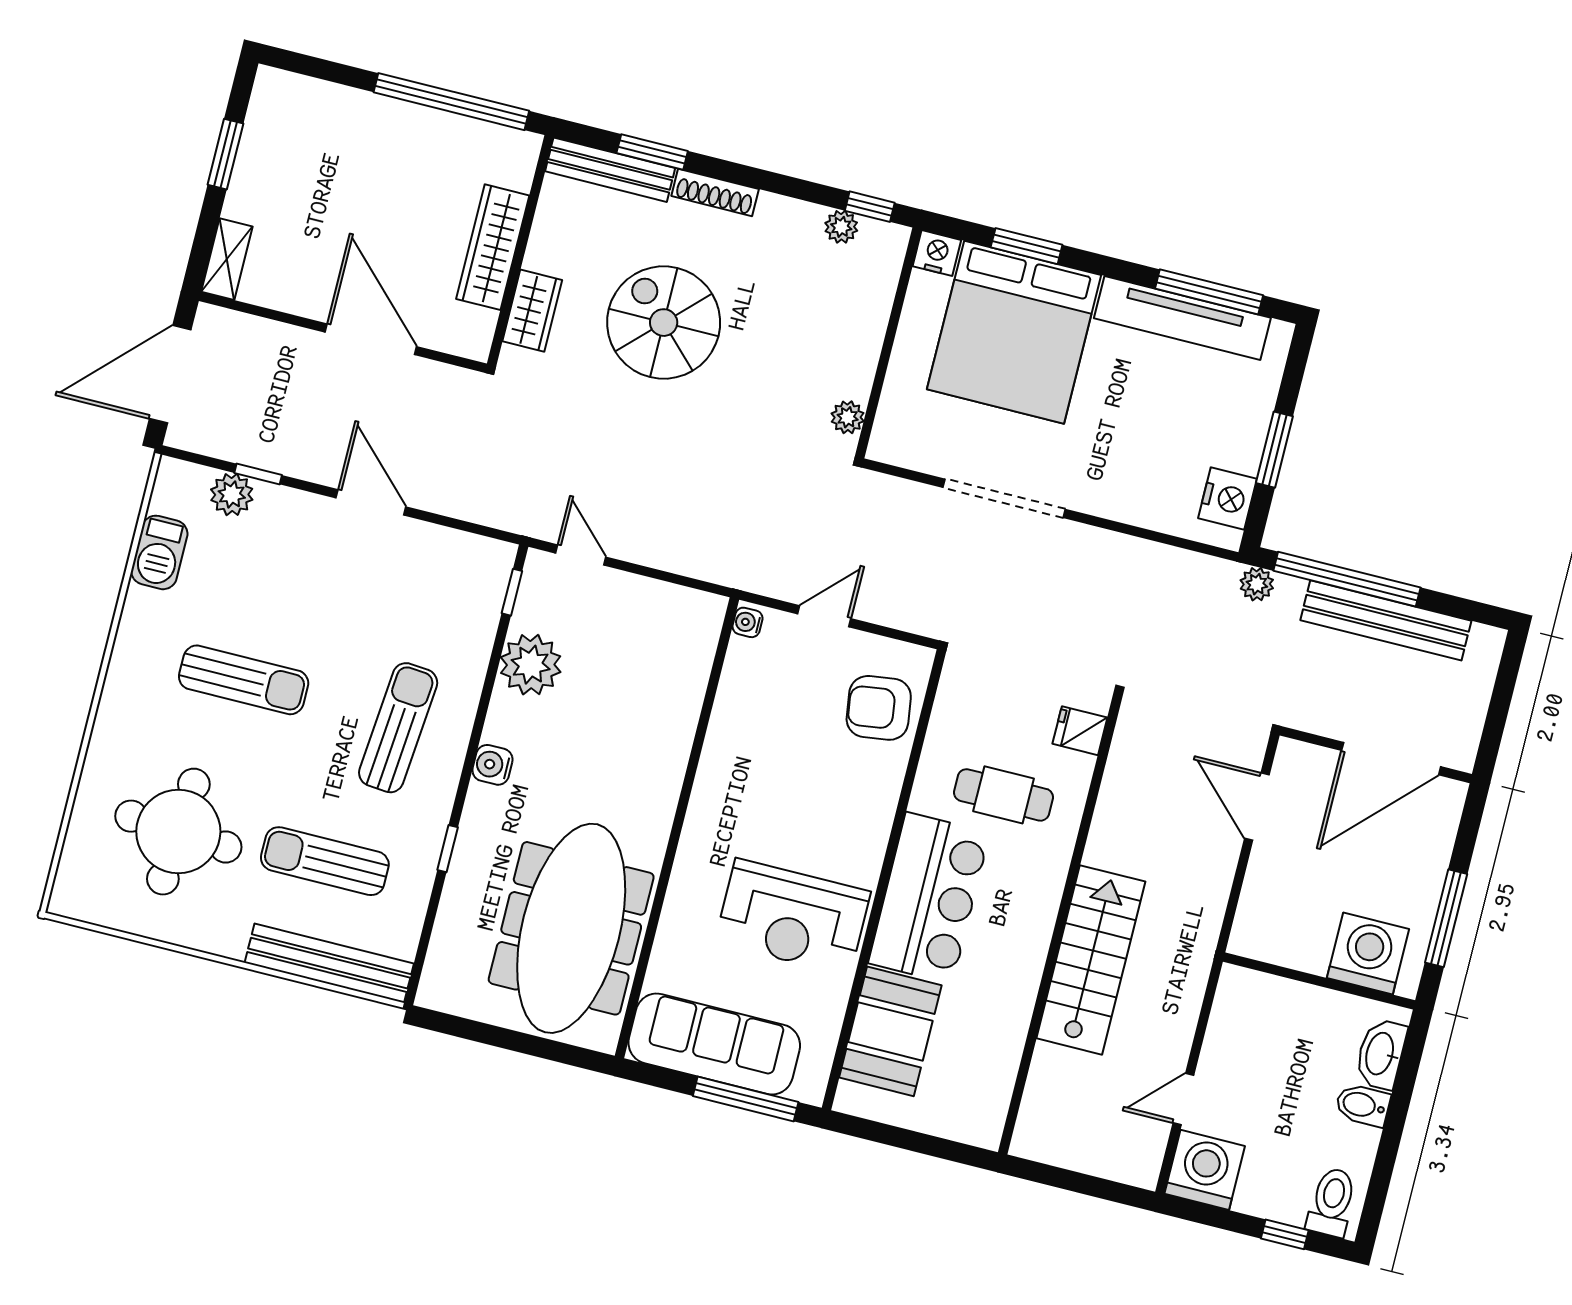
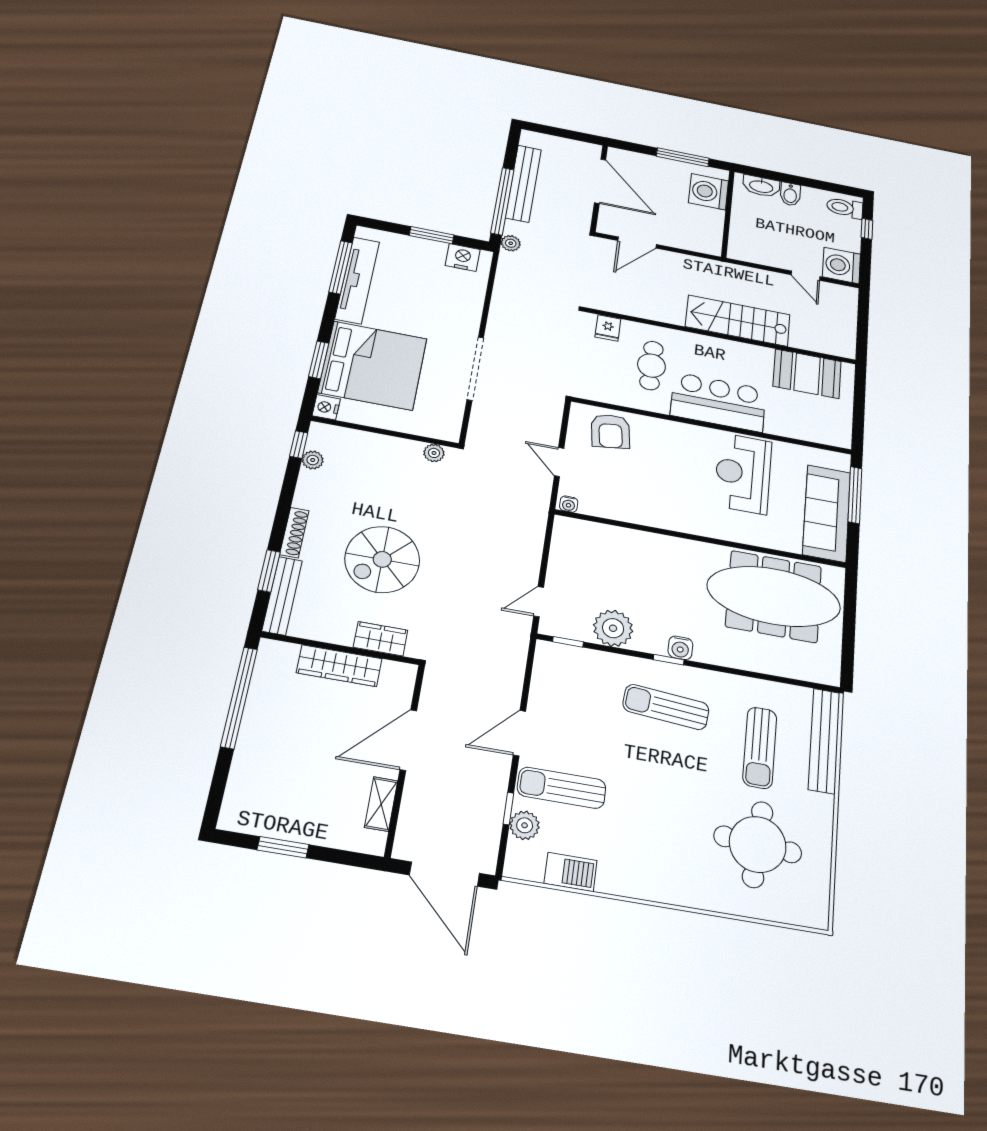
shelving: (227, 259) -> (381, 804), moved, turned 90
sun lounger: (244, 680) -> (562, 788), moved, turned -90
window: (448, 849) -> (669, 660), moved
reception desk: (793, 917) -> (743, 473), turned 180
booth: (890, 1031) -> (807, 374), moved

